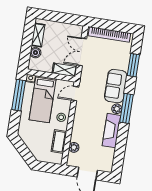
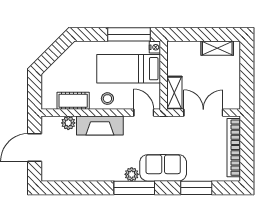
boiler: (35, 53) -> (192, 48), removed
fireplace: (111, 131) -> (100, 126), moved, turned 180

